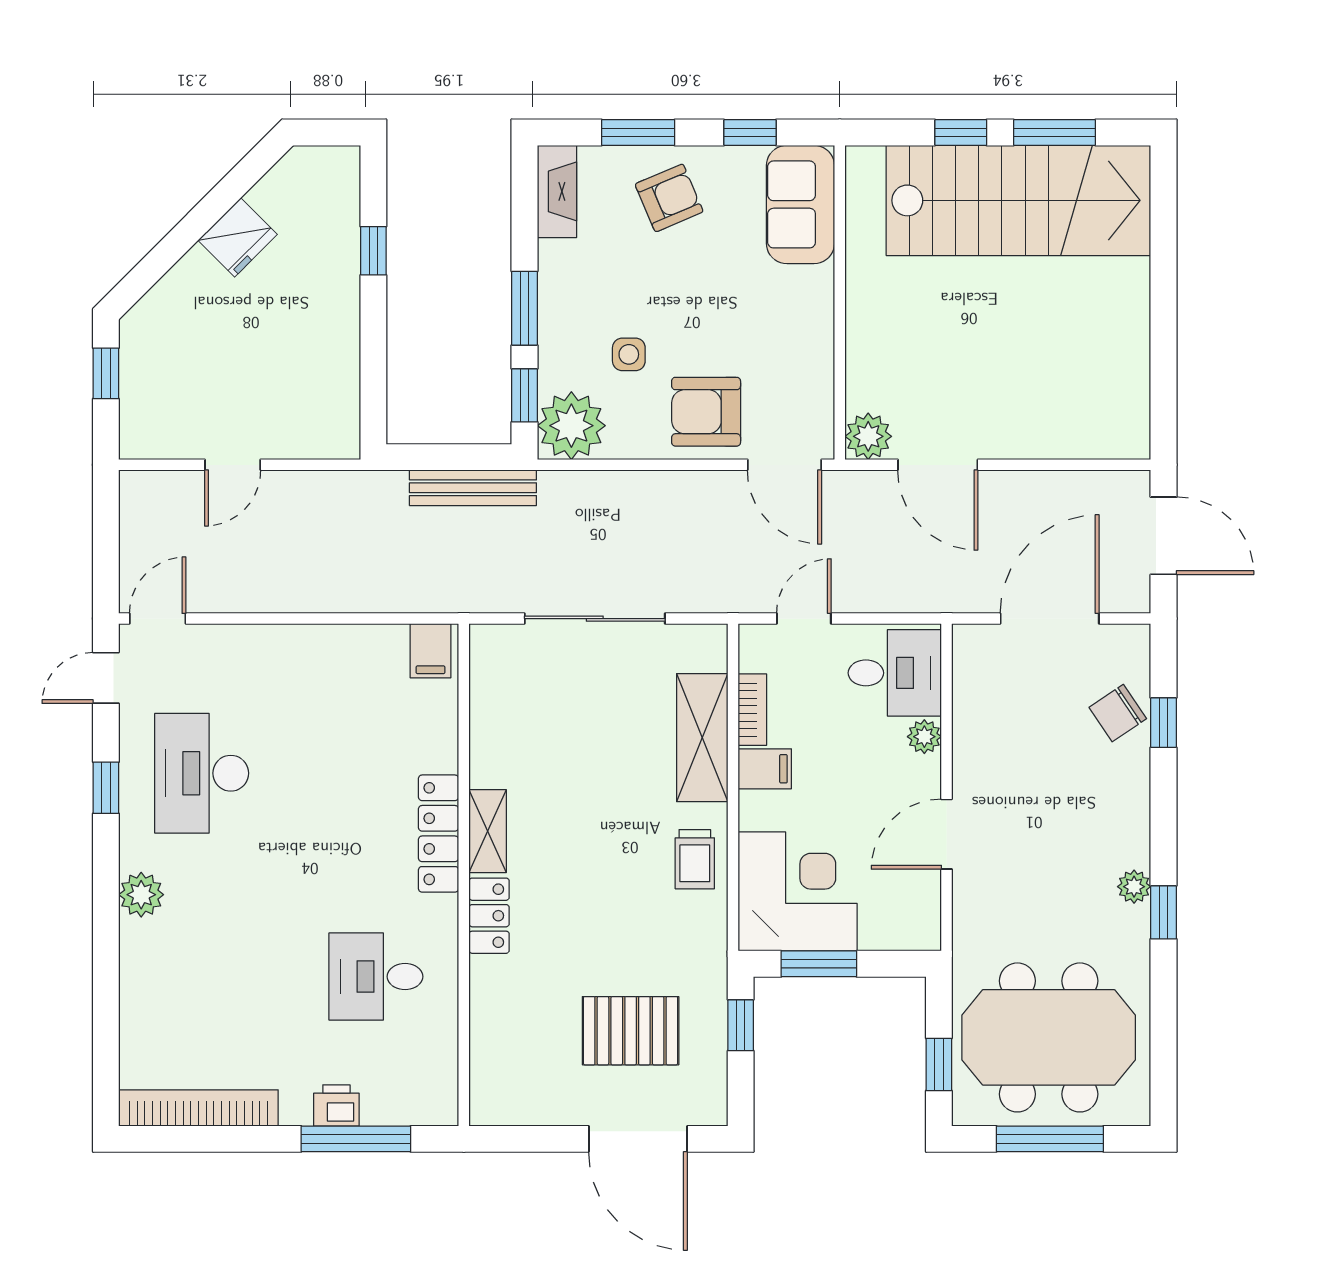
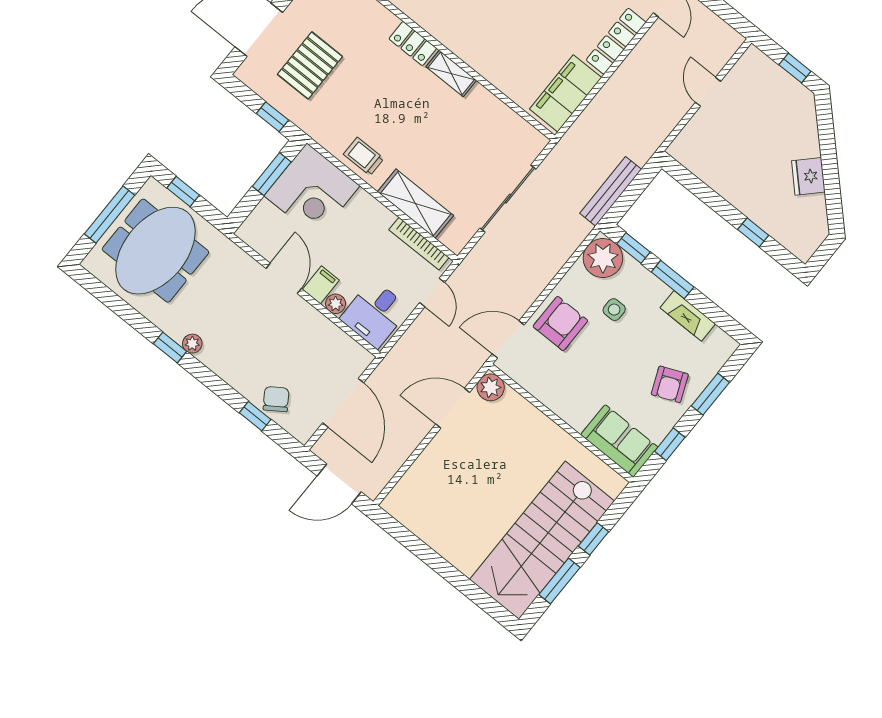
fireplace: (557, 191) -> (688, 316), moved
filing cabinet: (430, 651) -> (566, 93), width x3.00, depth x1.17
bookcase: (752, 710) -> (419, 244), width x1.56
filing cabinet: (765, 769) -> (321, 285), moved, turned 180
locker: (439, 834) -> (616, 41), moved, turned -90

